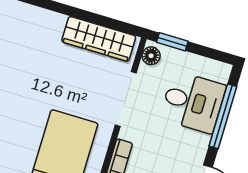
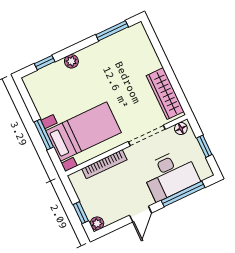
window: (172, 42) -> (204, 146), moved
desk: (193, 102) -> (170, 175), width x1.37

